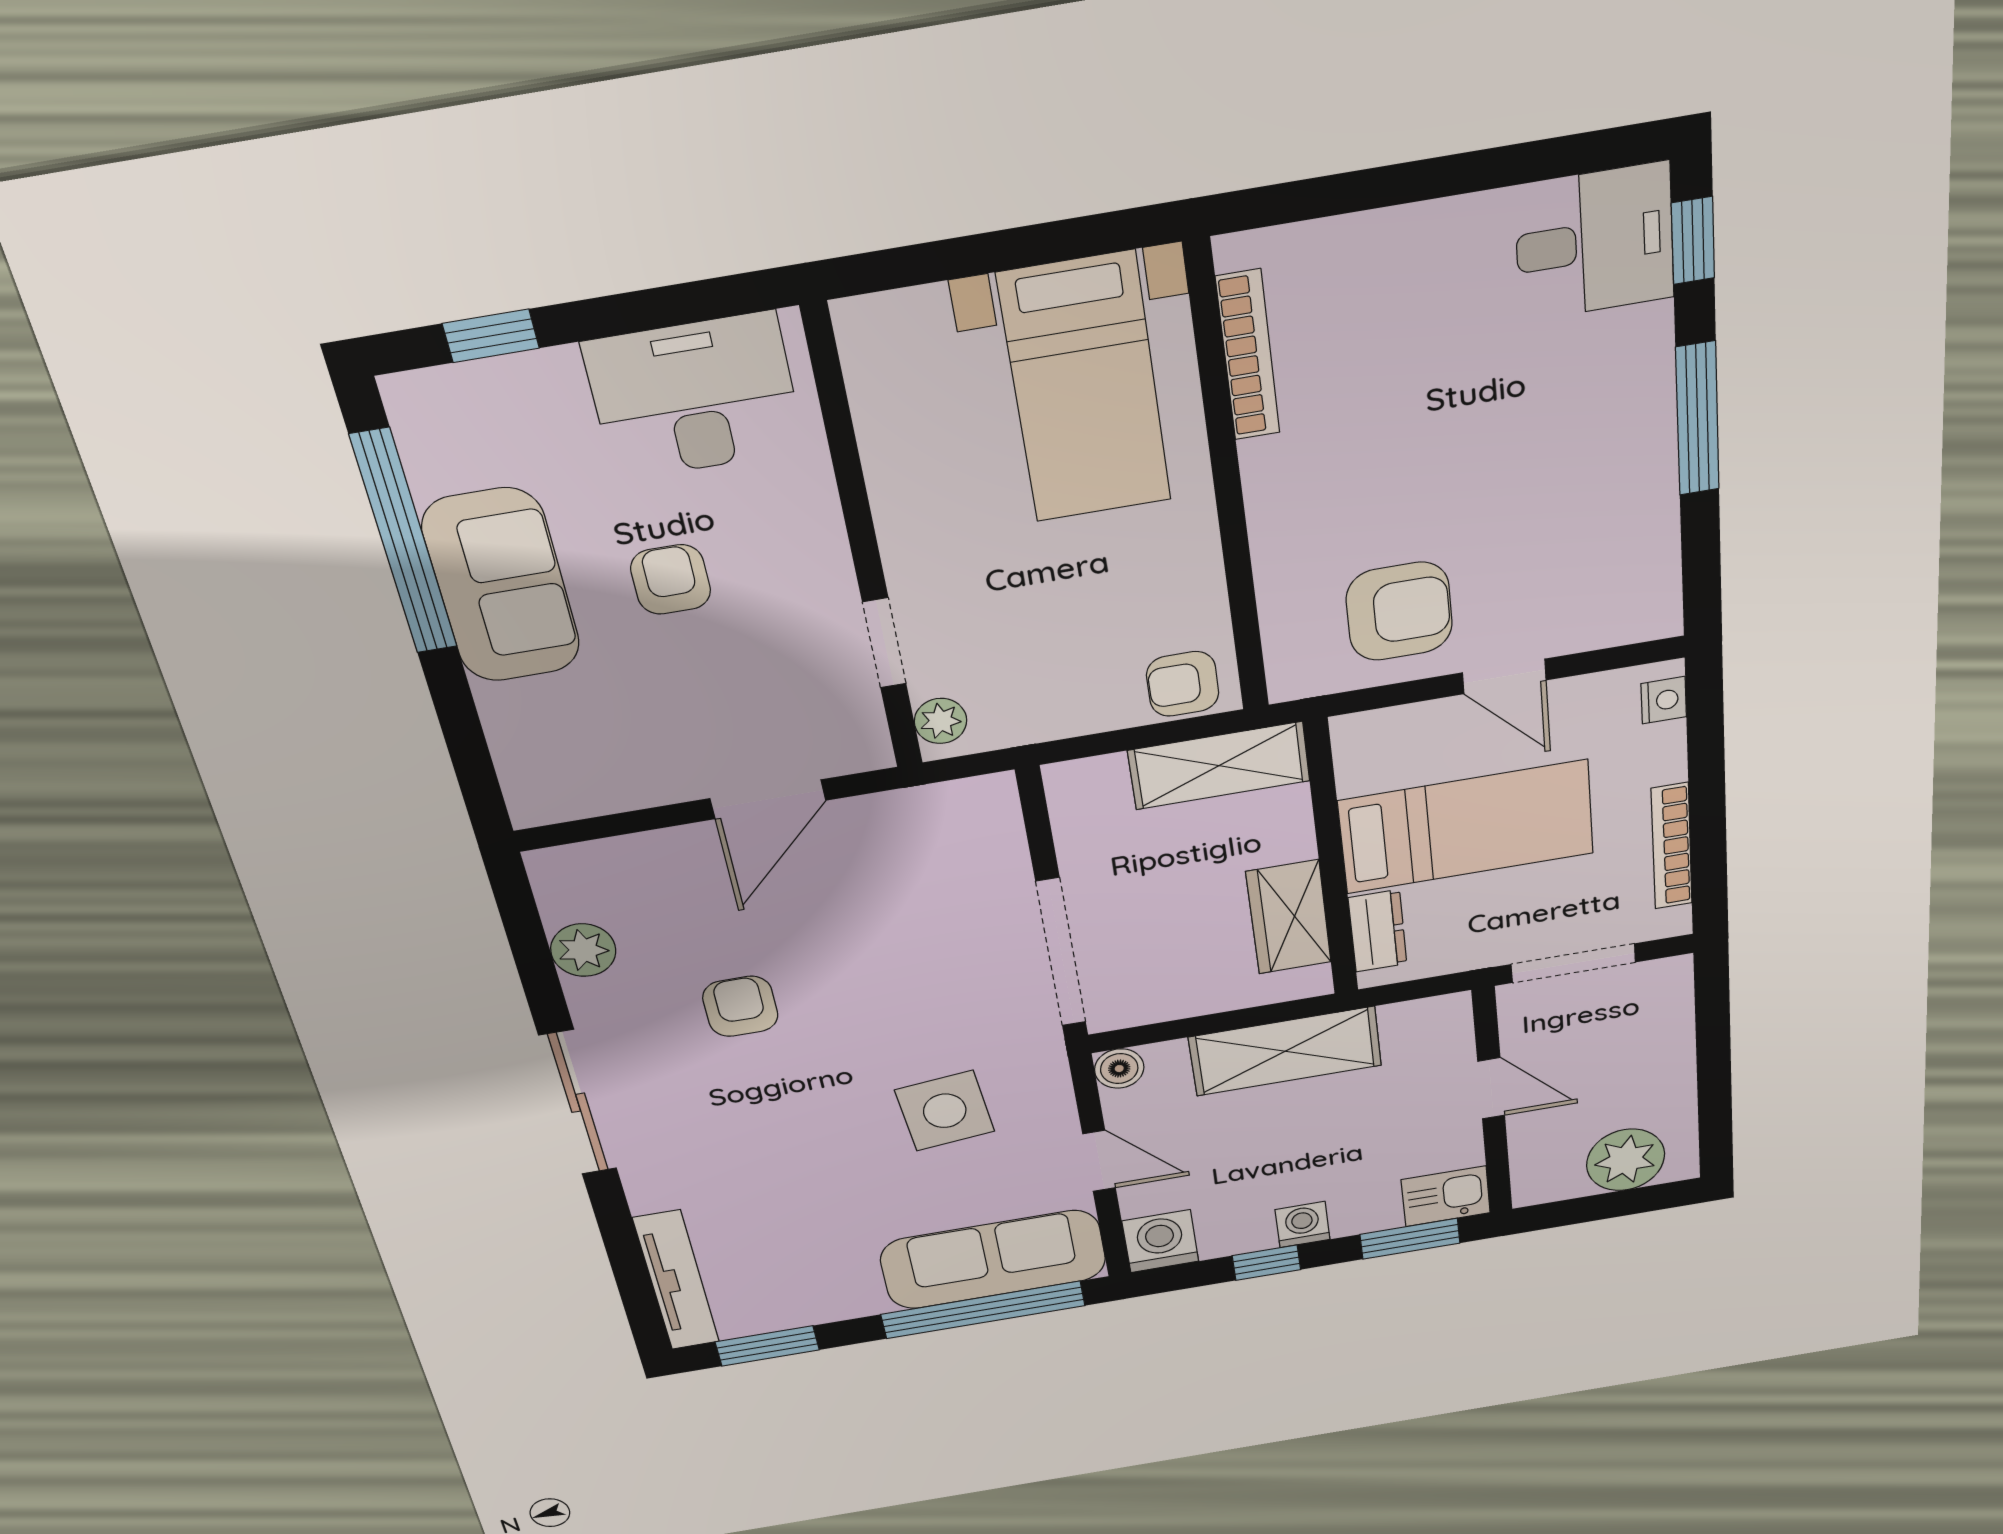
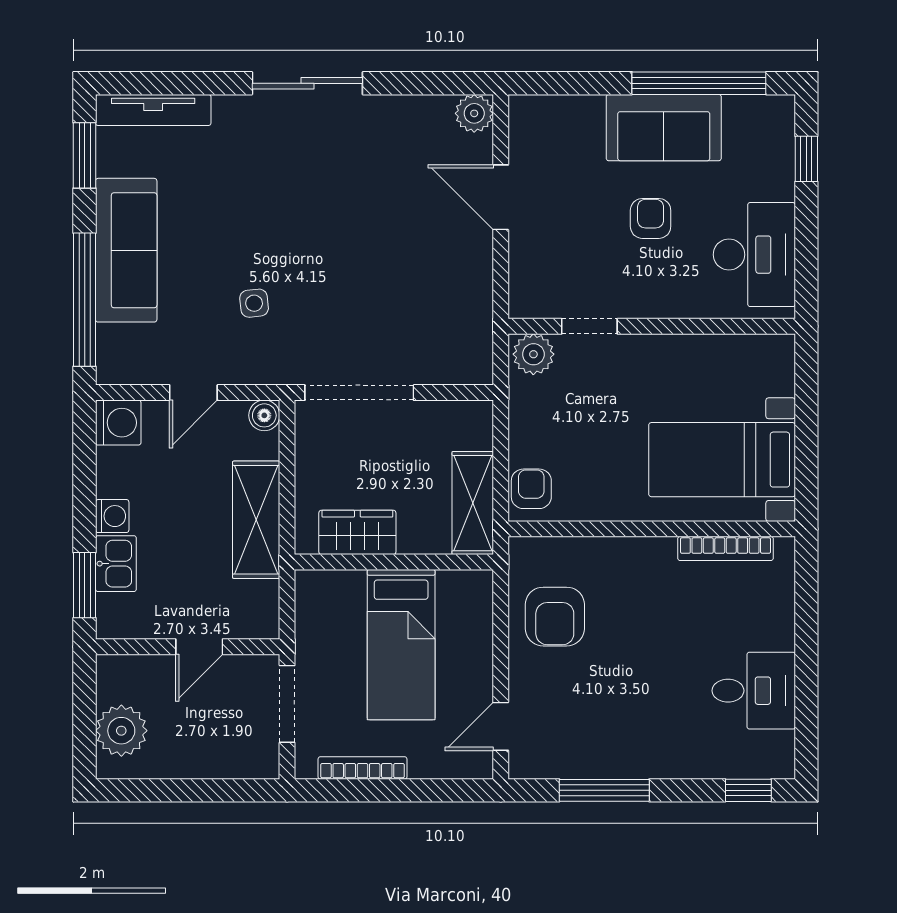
desk: (1594, 242) -> (754, 691), moved, turned -90
window: (1697, 419) -> (604, 790), moved
armchair: (671, 579) -> (651, 218), turned -90
door: (1504, 676) -> (501, 726), moved
nightstand: (1664, 700) -> (467, 766), removed
plant: (941, 721) -> (533, 354), width x1.38, depth x1.38
door: (768, 799) -> (501, 197), moved
dresser: (1378, 931) -> (336, 585), removed
plant: (583, 950) -> (474, 113), moved
armchair: (740, 1006) -> (359, 196), removed
side table: (945, 1111) -> (254, 303), width x0.54, depth x0.54
kitchen sink: (1446, 1196) -> (116, 564), moved
sofa: (993, 1260) -> (126, 250), moved
window: (1266, 1263) -> (85, 489), removed

